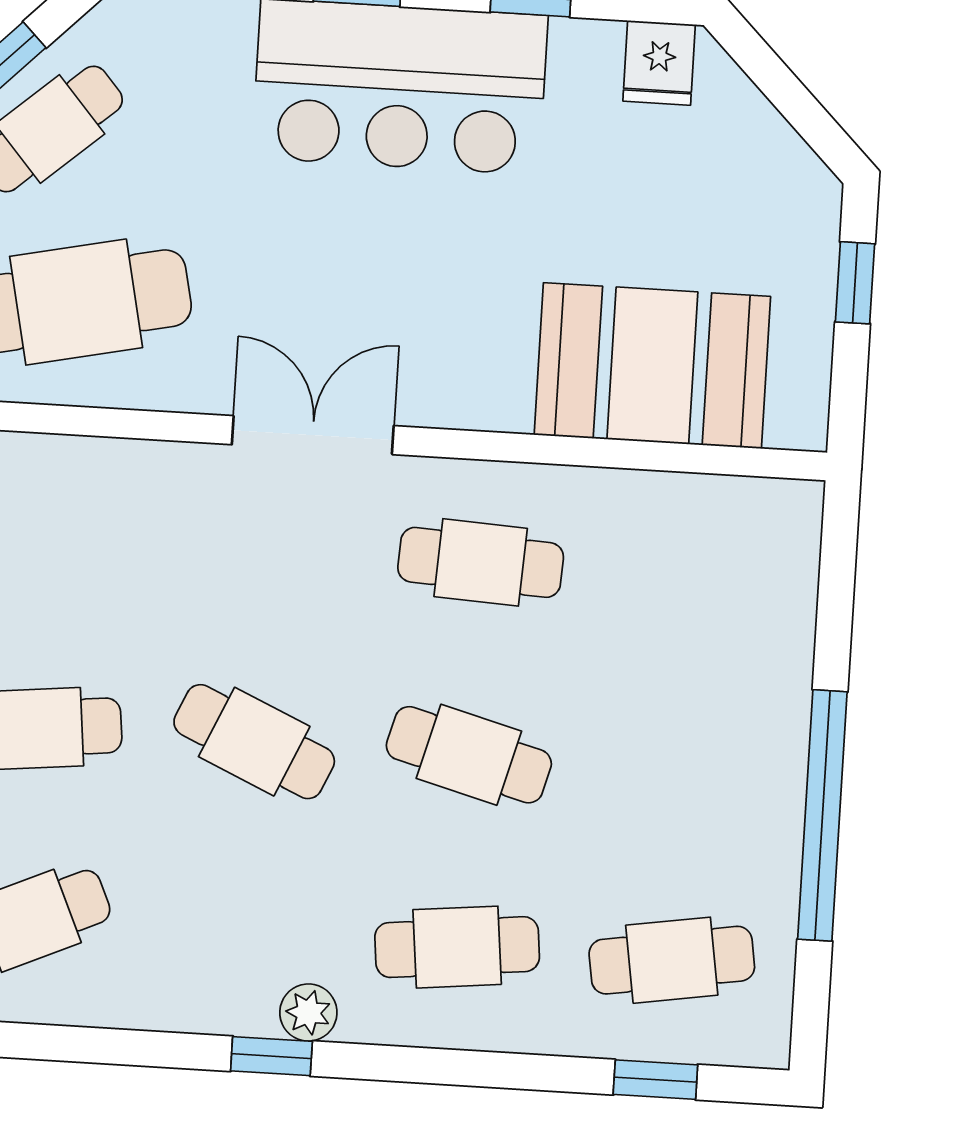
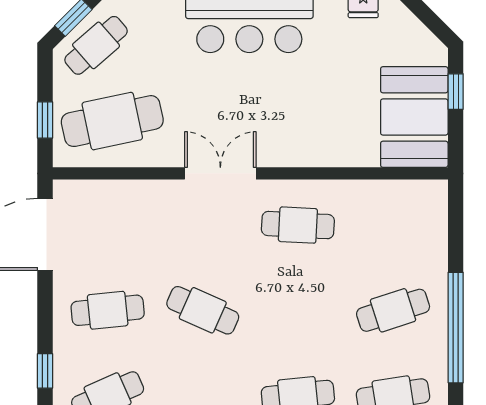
booth: (652, 366) -> (414, 117), moved, turned 90
cafe table: (469, 755) -> (393, 310), moved, turned -33

